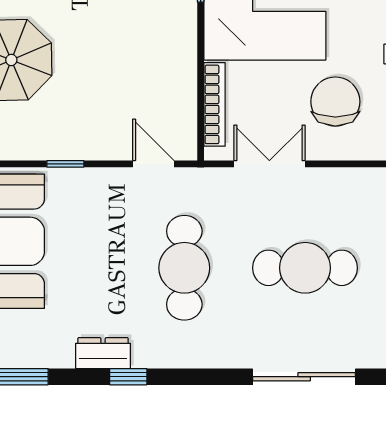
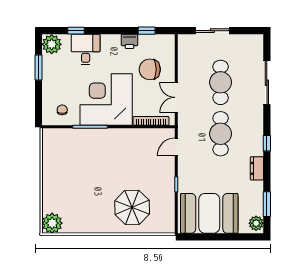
cafe table: (184, 268) -> (221, 134), turned 90
window: (128, 377) -> (267, 143), moved

